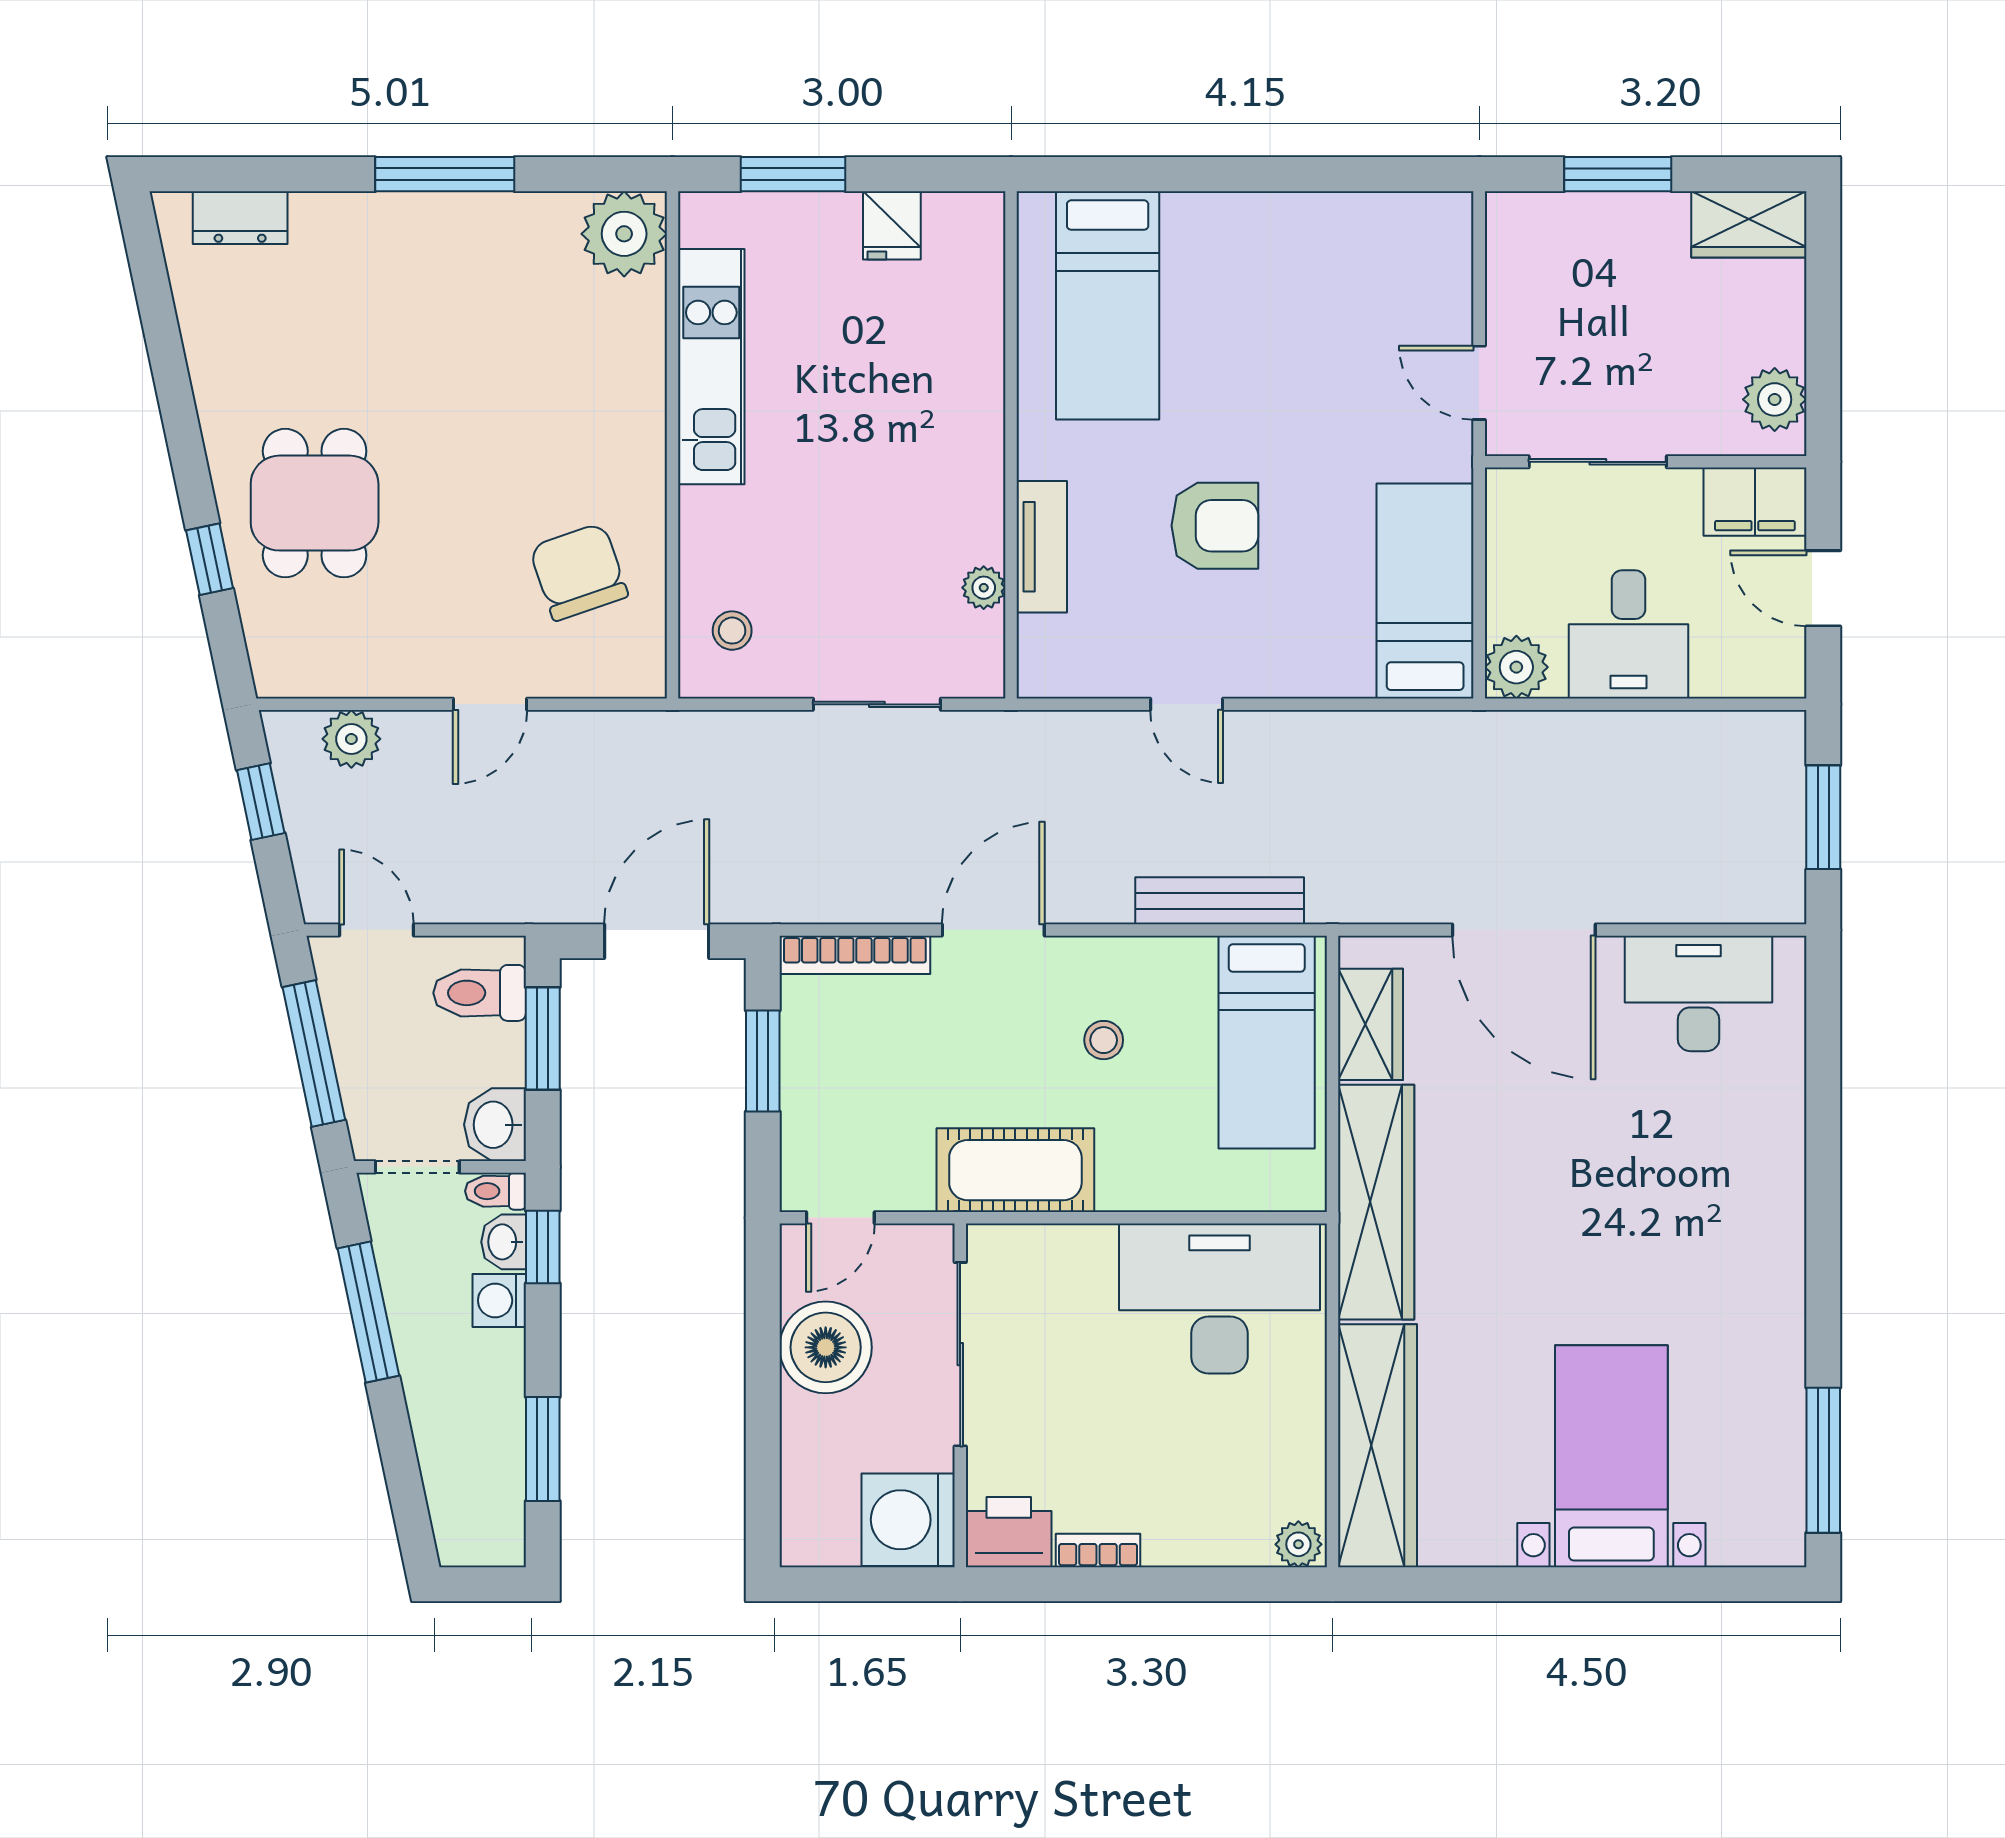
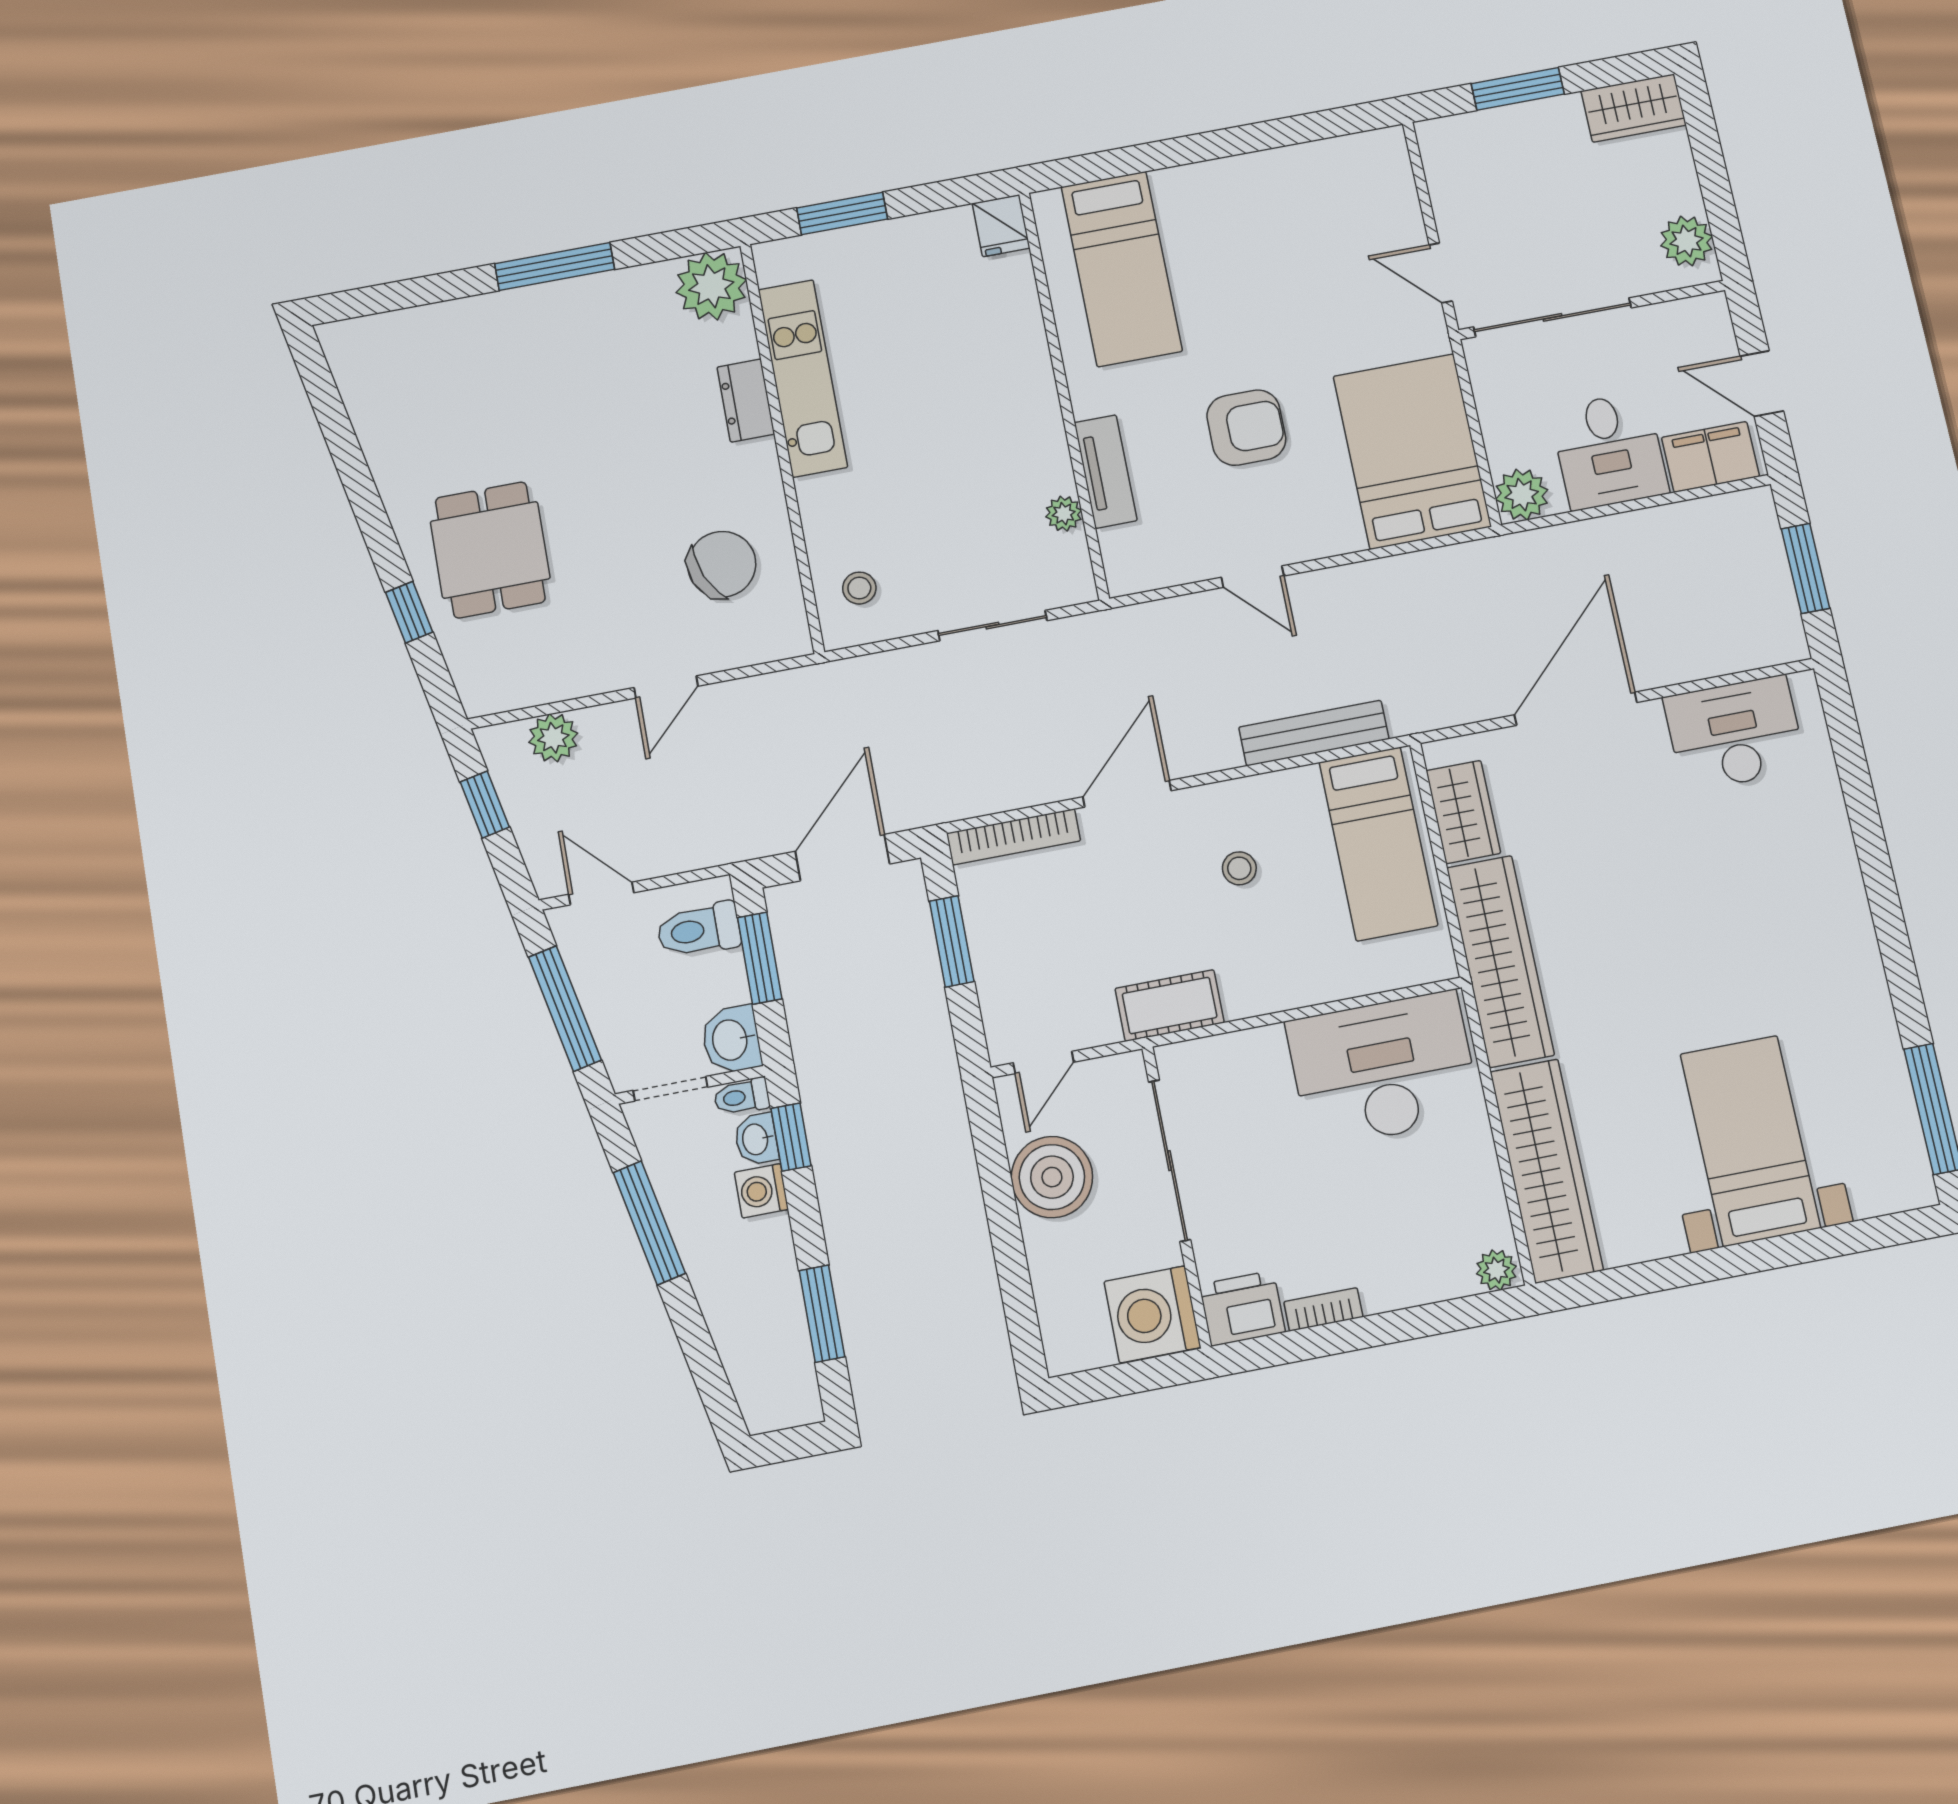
dresser: (240, 218) -> (746, 401), moved, turned 90
fridge: (892, 225) -> (1001, 226), moved
sliding door: (1598, 462) -> (1552, 317), width x1.37
filing cabinet: (1755, 502) -> (1710, 457), moved, turned 180
chair: (579, 572) -> (722, 564), turned 86
bed: (1425, 591) -> (1412, 451), width x1.50
door: (1524, 930) -> (1576, 709), swing flipped
cot: (1015, 1170) -> (1170, 1005), width x0.73, depth x0.75

